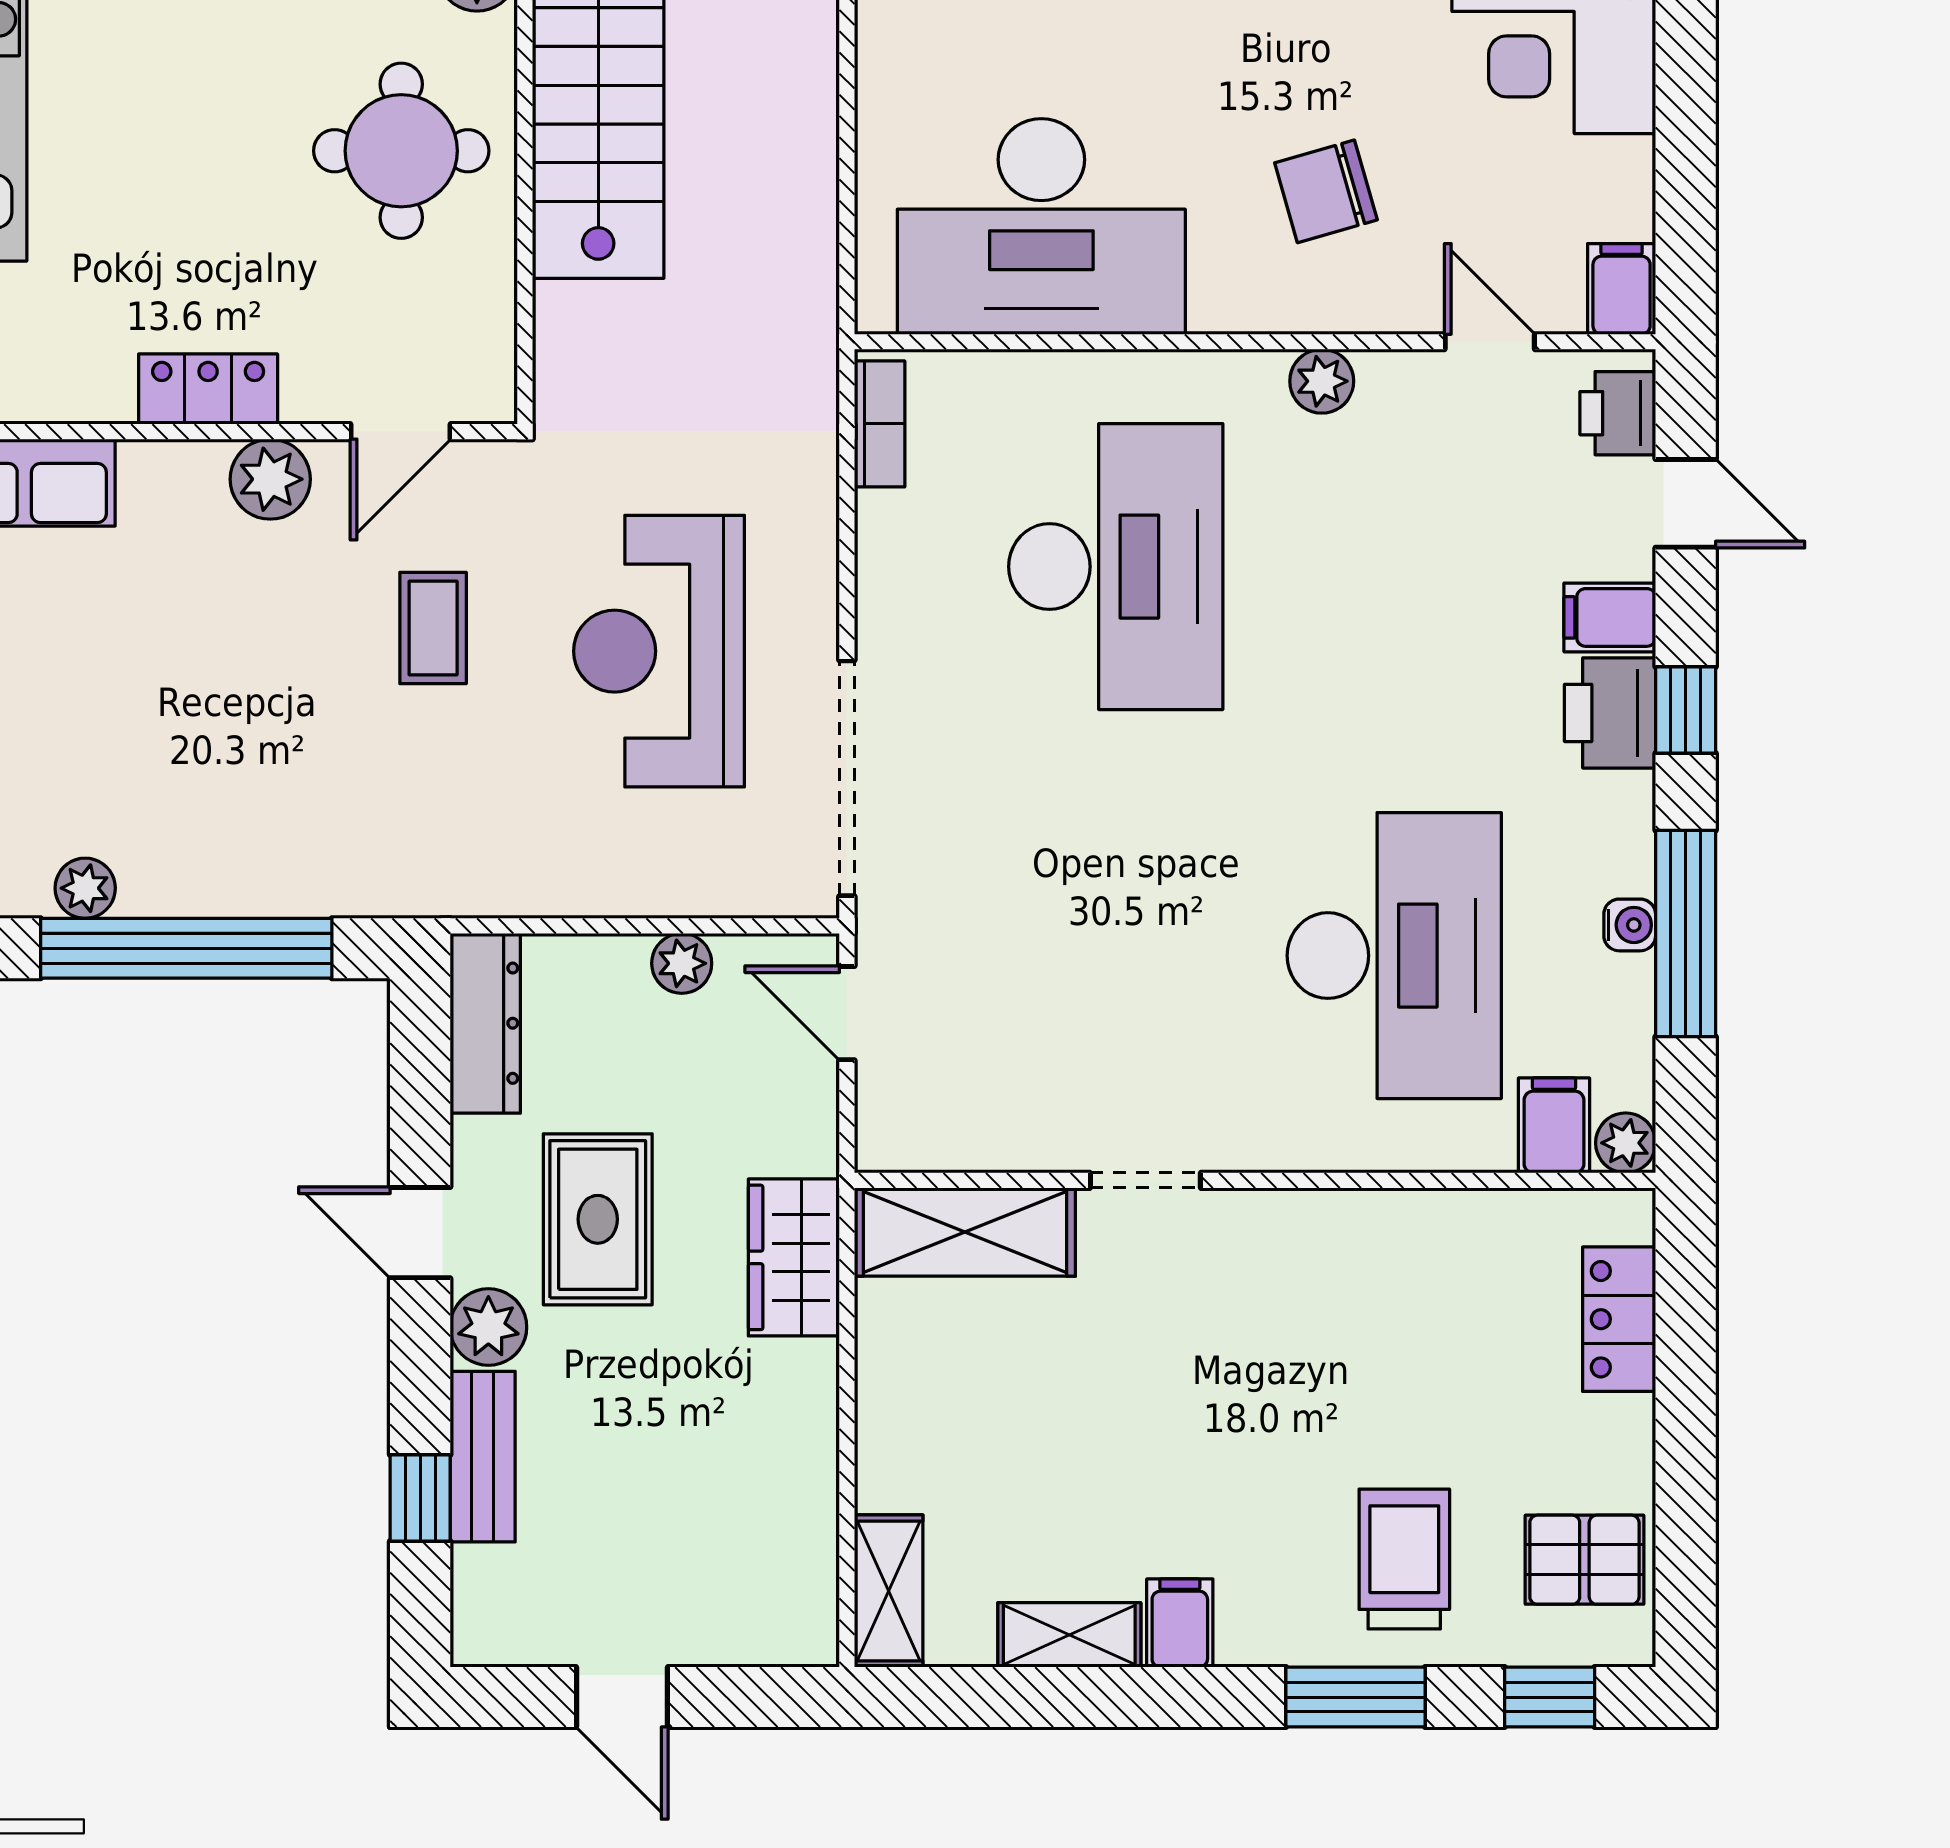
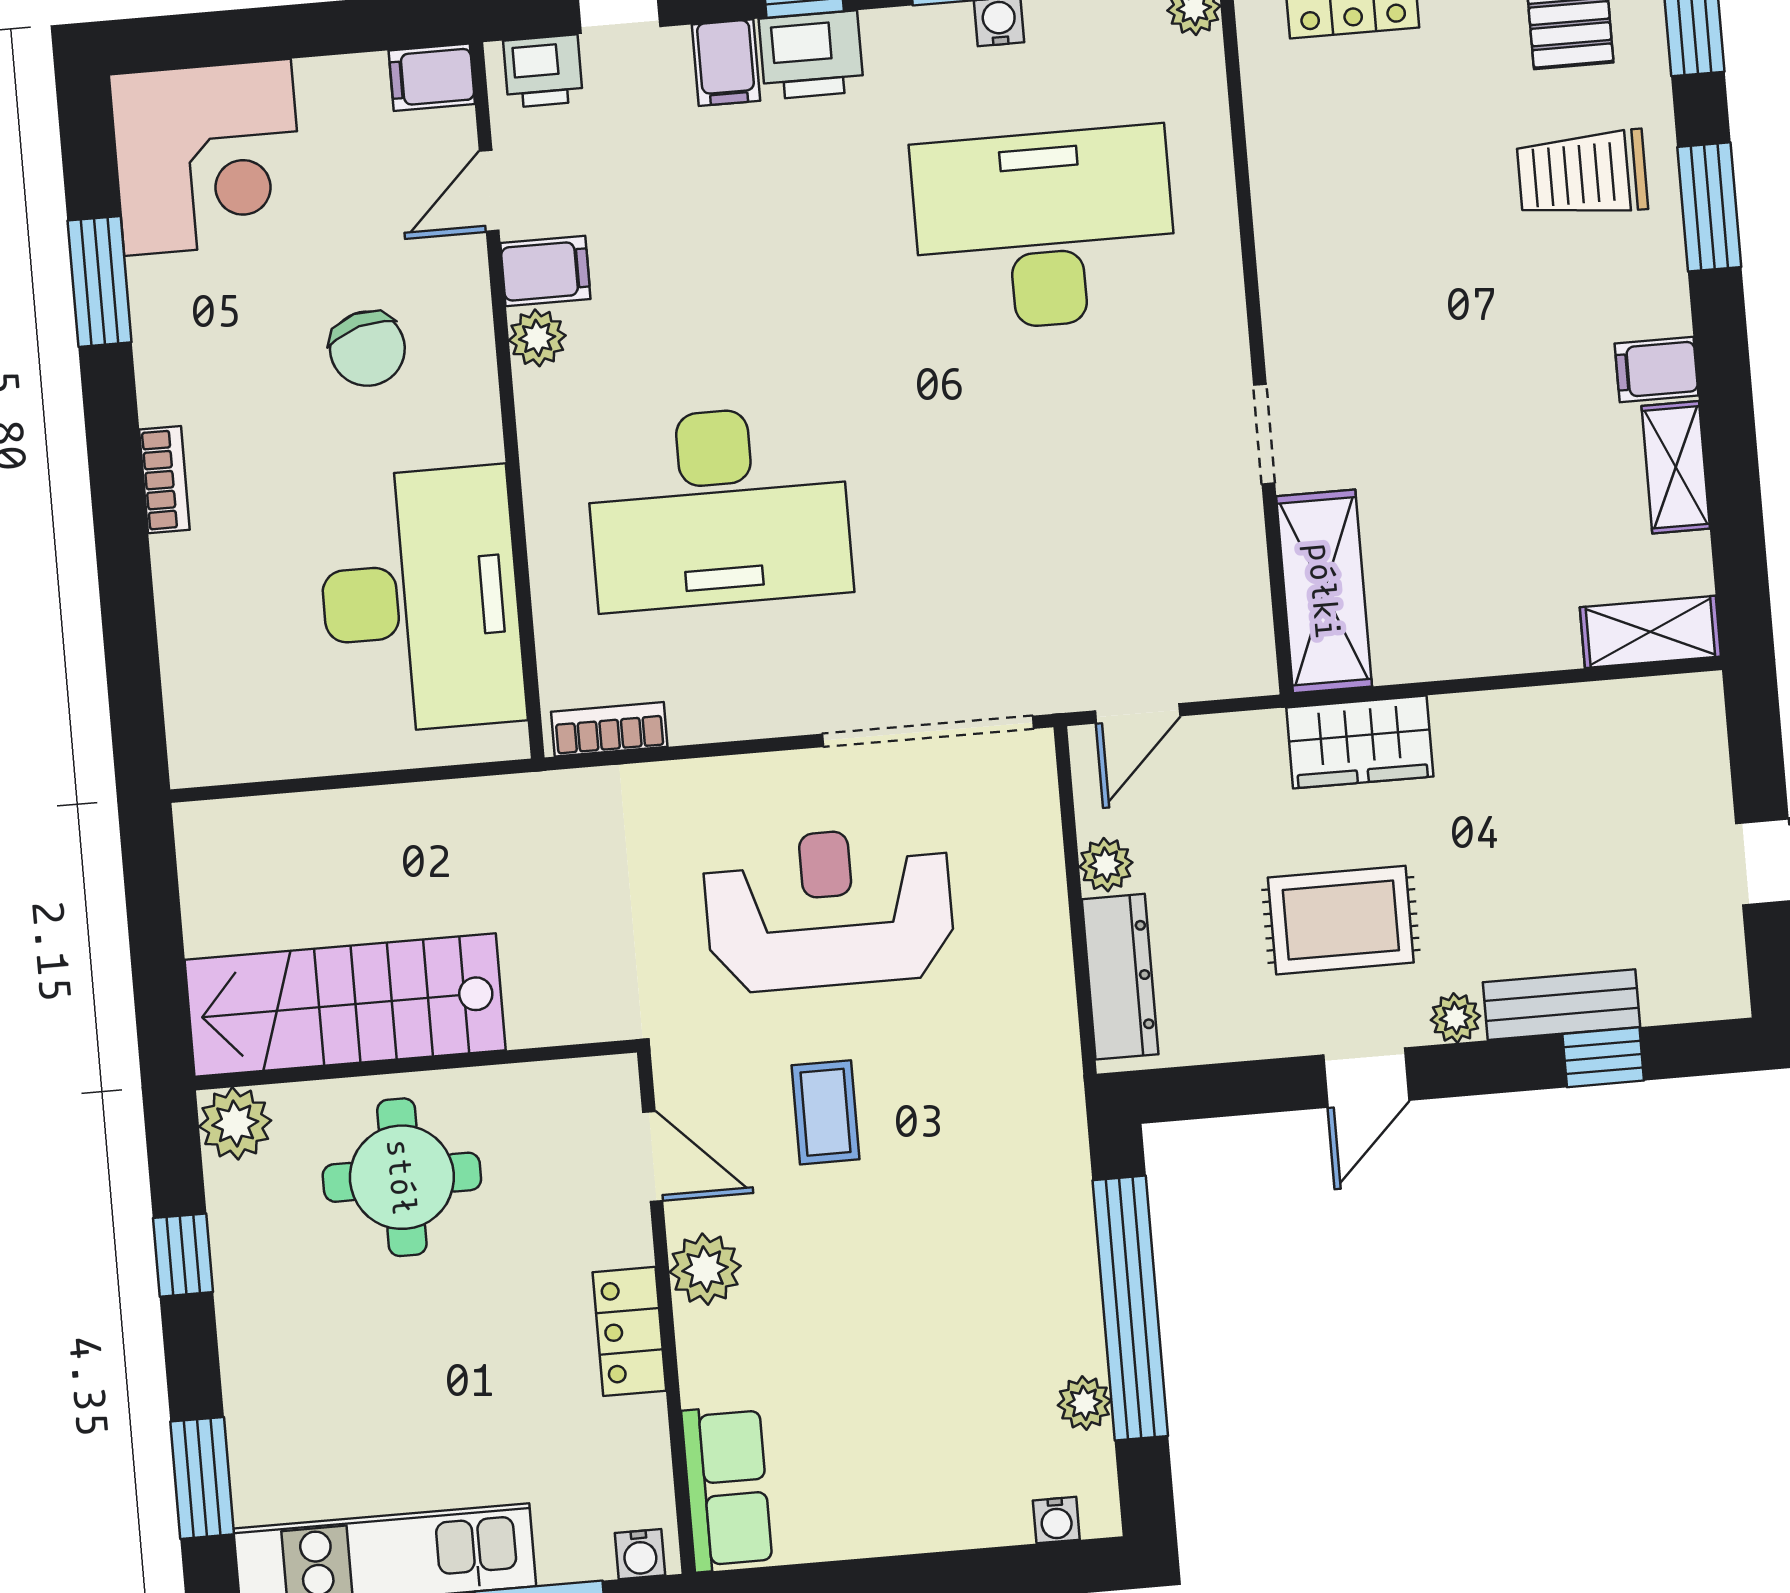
desk: (1116, 567) -> (718, 508), turned 180
coffee table: (433, 628) -> (826, 1112), turned 90
reception desk: (659, 651) -> (829, 909), turned 180
dresser: (485, 1023) -> (1120, 977), moved, turned 90
filing cabinet: (1554, 1125) -> (545, 271), moved, turned 180
plant: (488, 1327) -> (1455, 1018), width x0.73, depth x0.73

